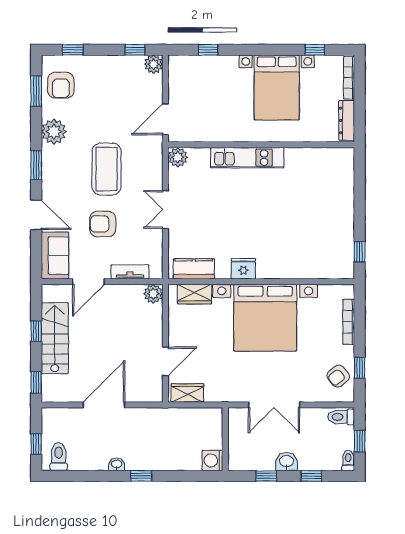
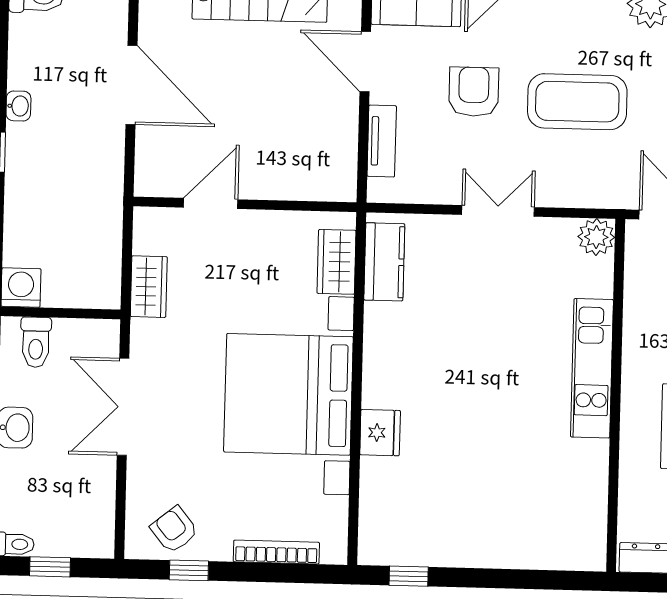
fridge: (243, 269) -> (380, 433), moved
plant: (153, 294) -> (339, 184), removed
door: (165, 361) -> (211, 203), swing flipped
wardrobe: (187, 393) -> (149, 287), moved
toilet: (341, 417) -> (36, 342), moved, turned 180

